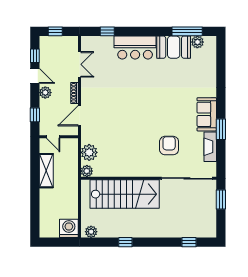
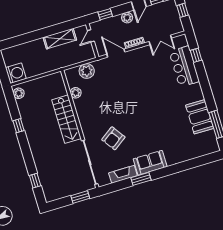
plant: (197, 42) -> (210, 136), removed
bar counter: (135, 47) -> (184, 67), moved
armchair: (169, 146) -> (113, 138), turned 145
plant: (87, 171) -> (76, 93), moved
stairs: (125, 194) -> (66, 119), width x0.73, depth x0.66

